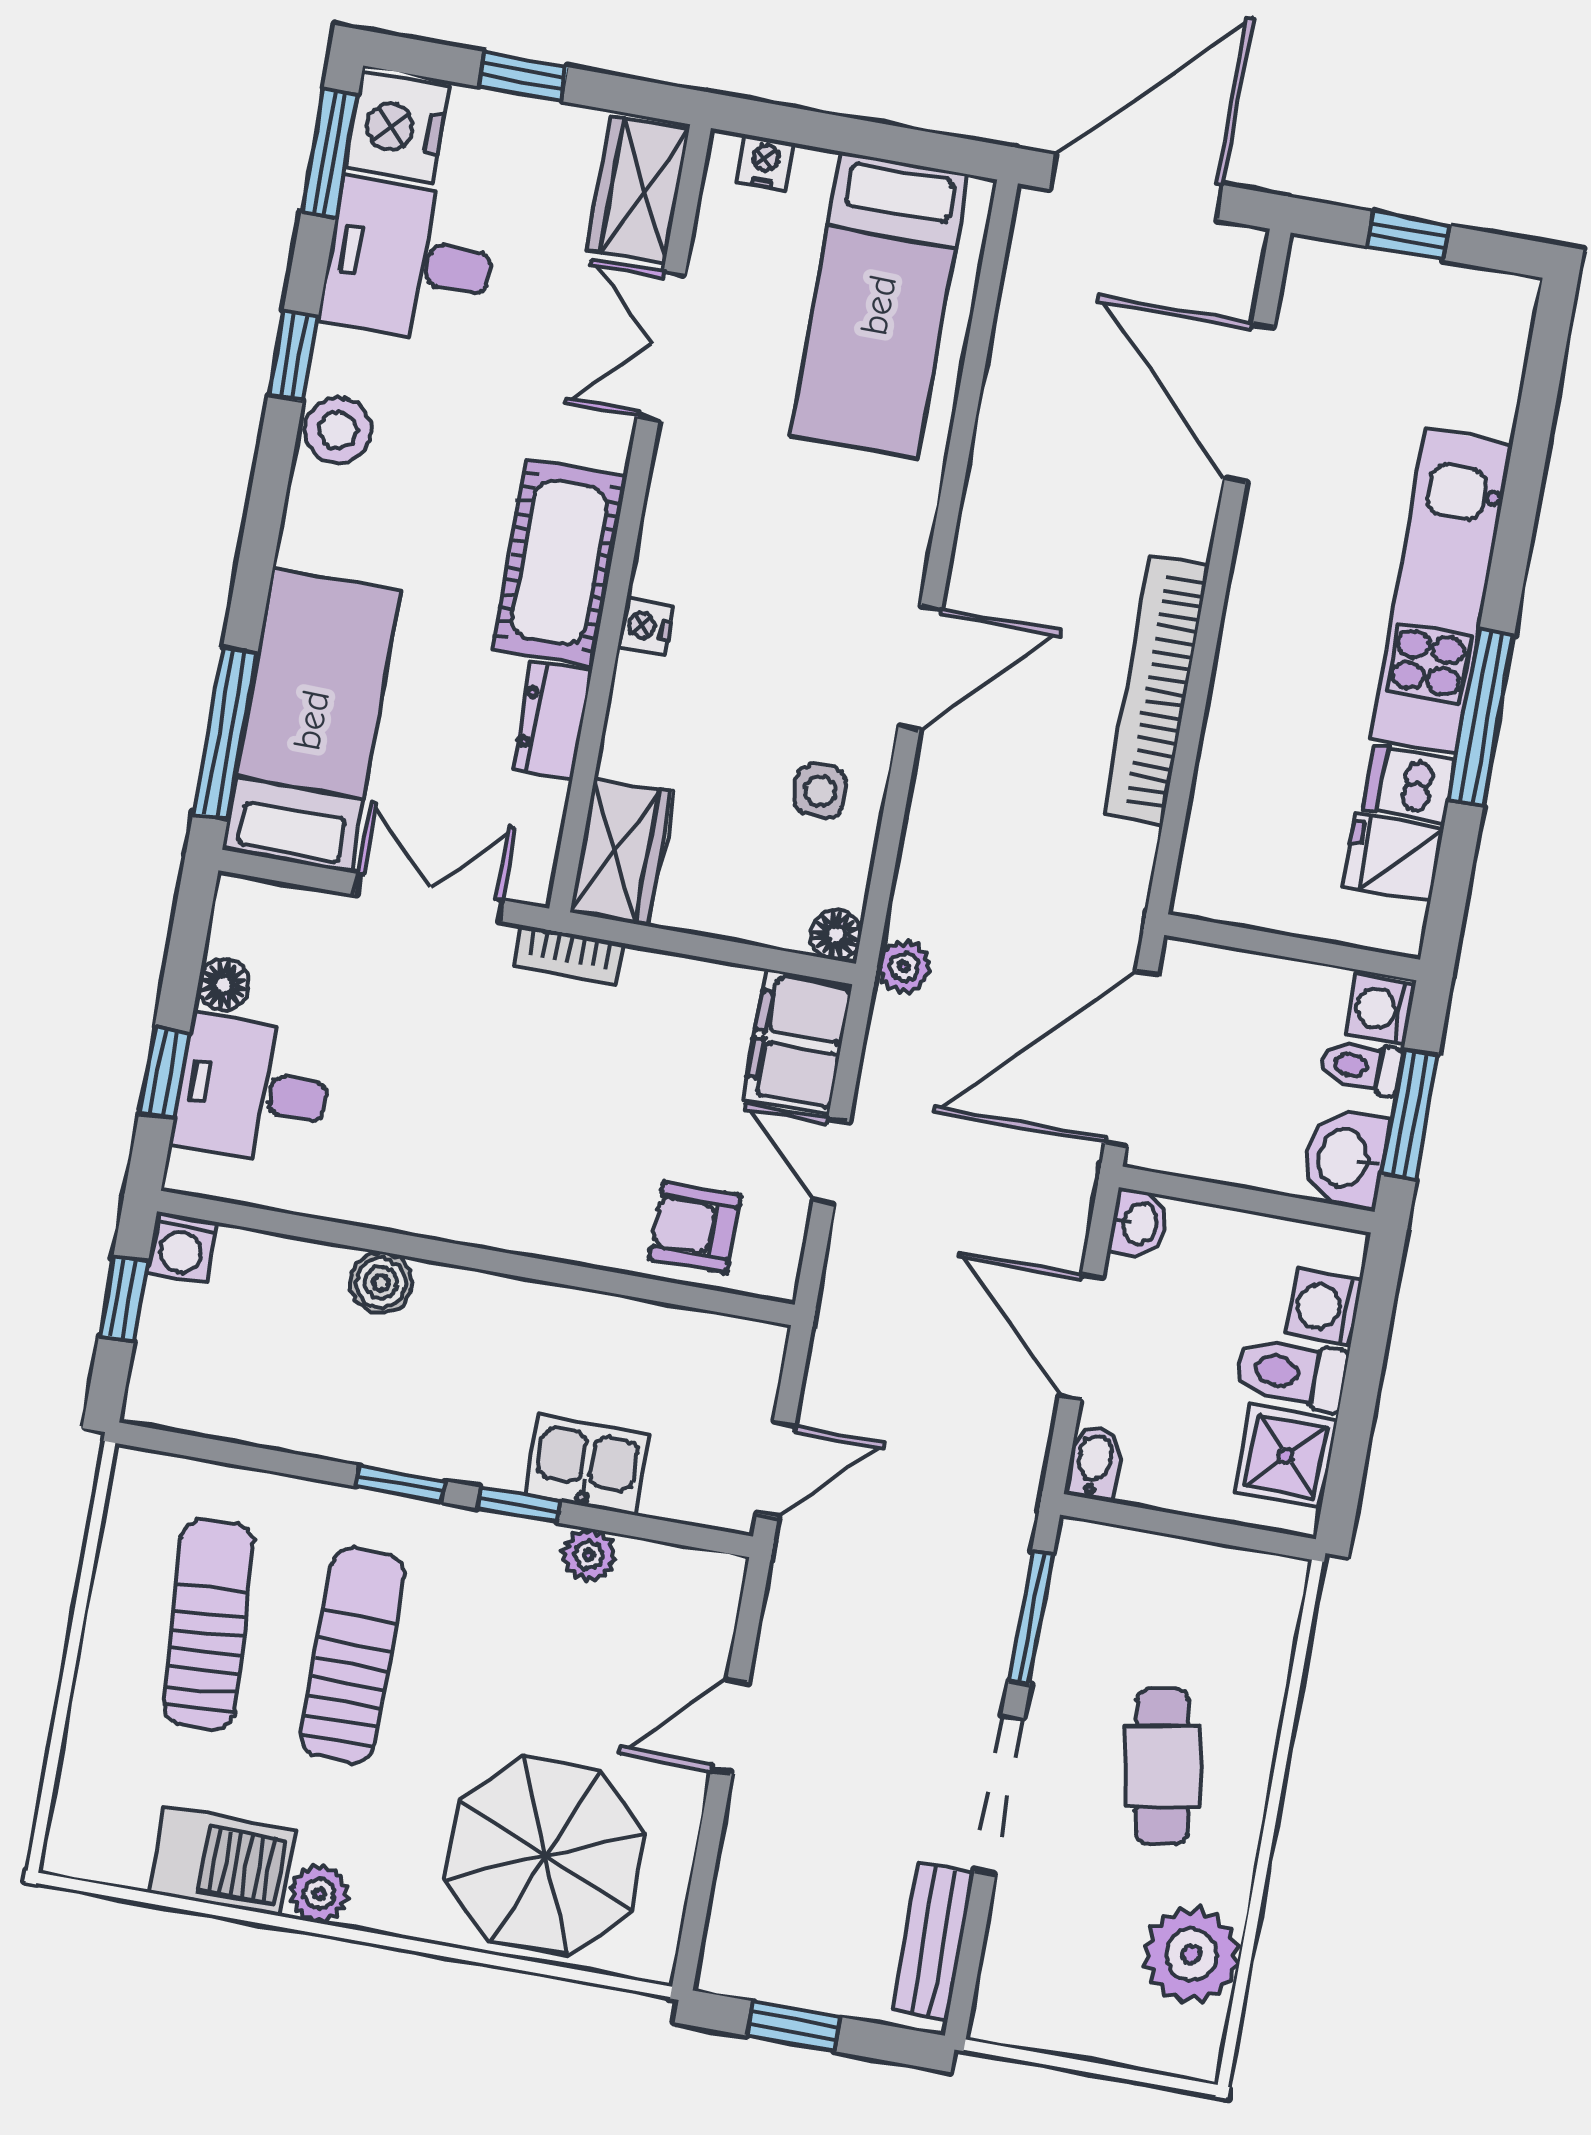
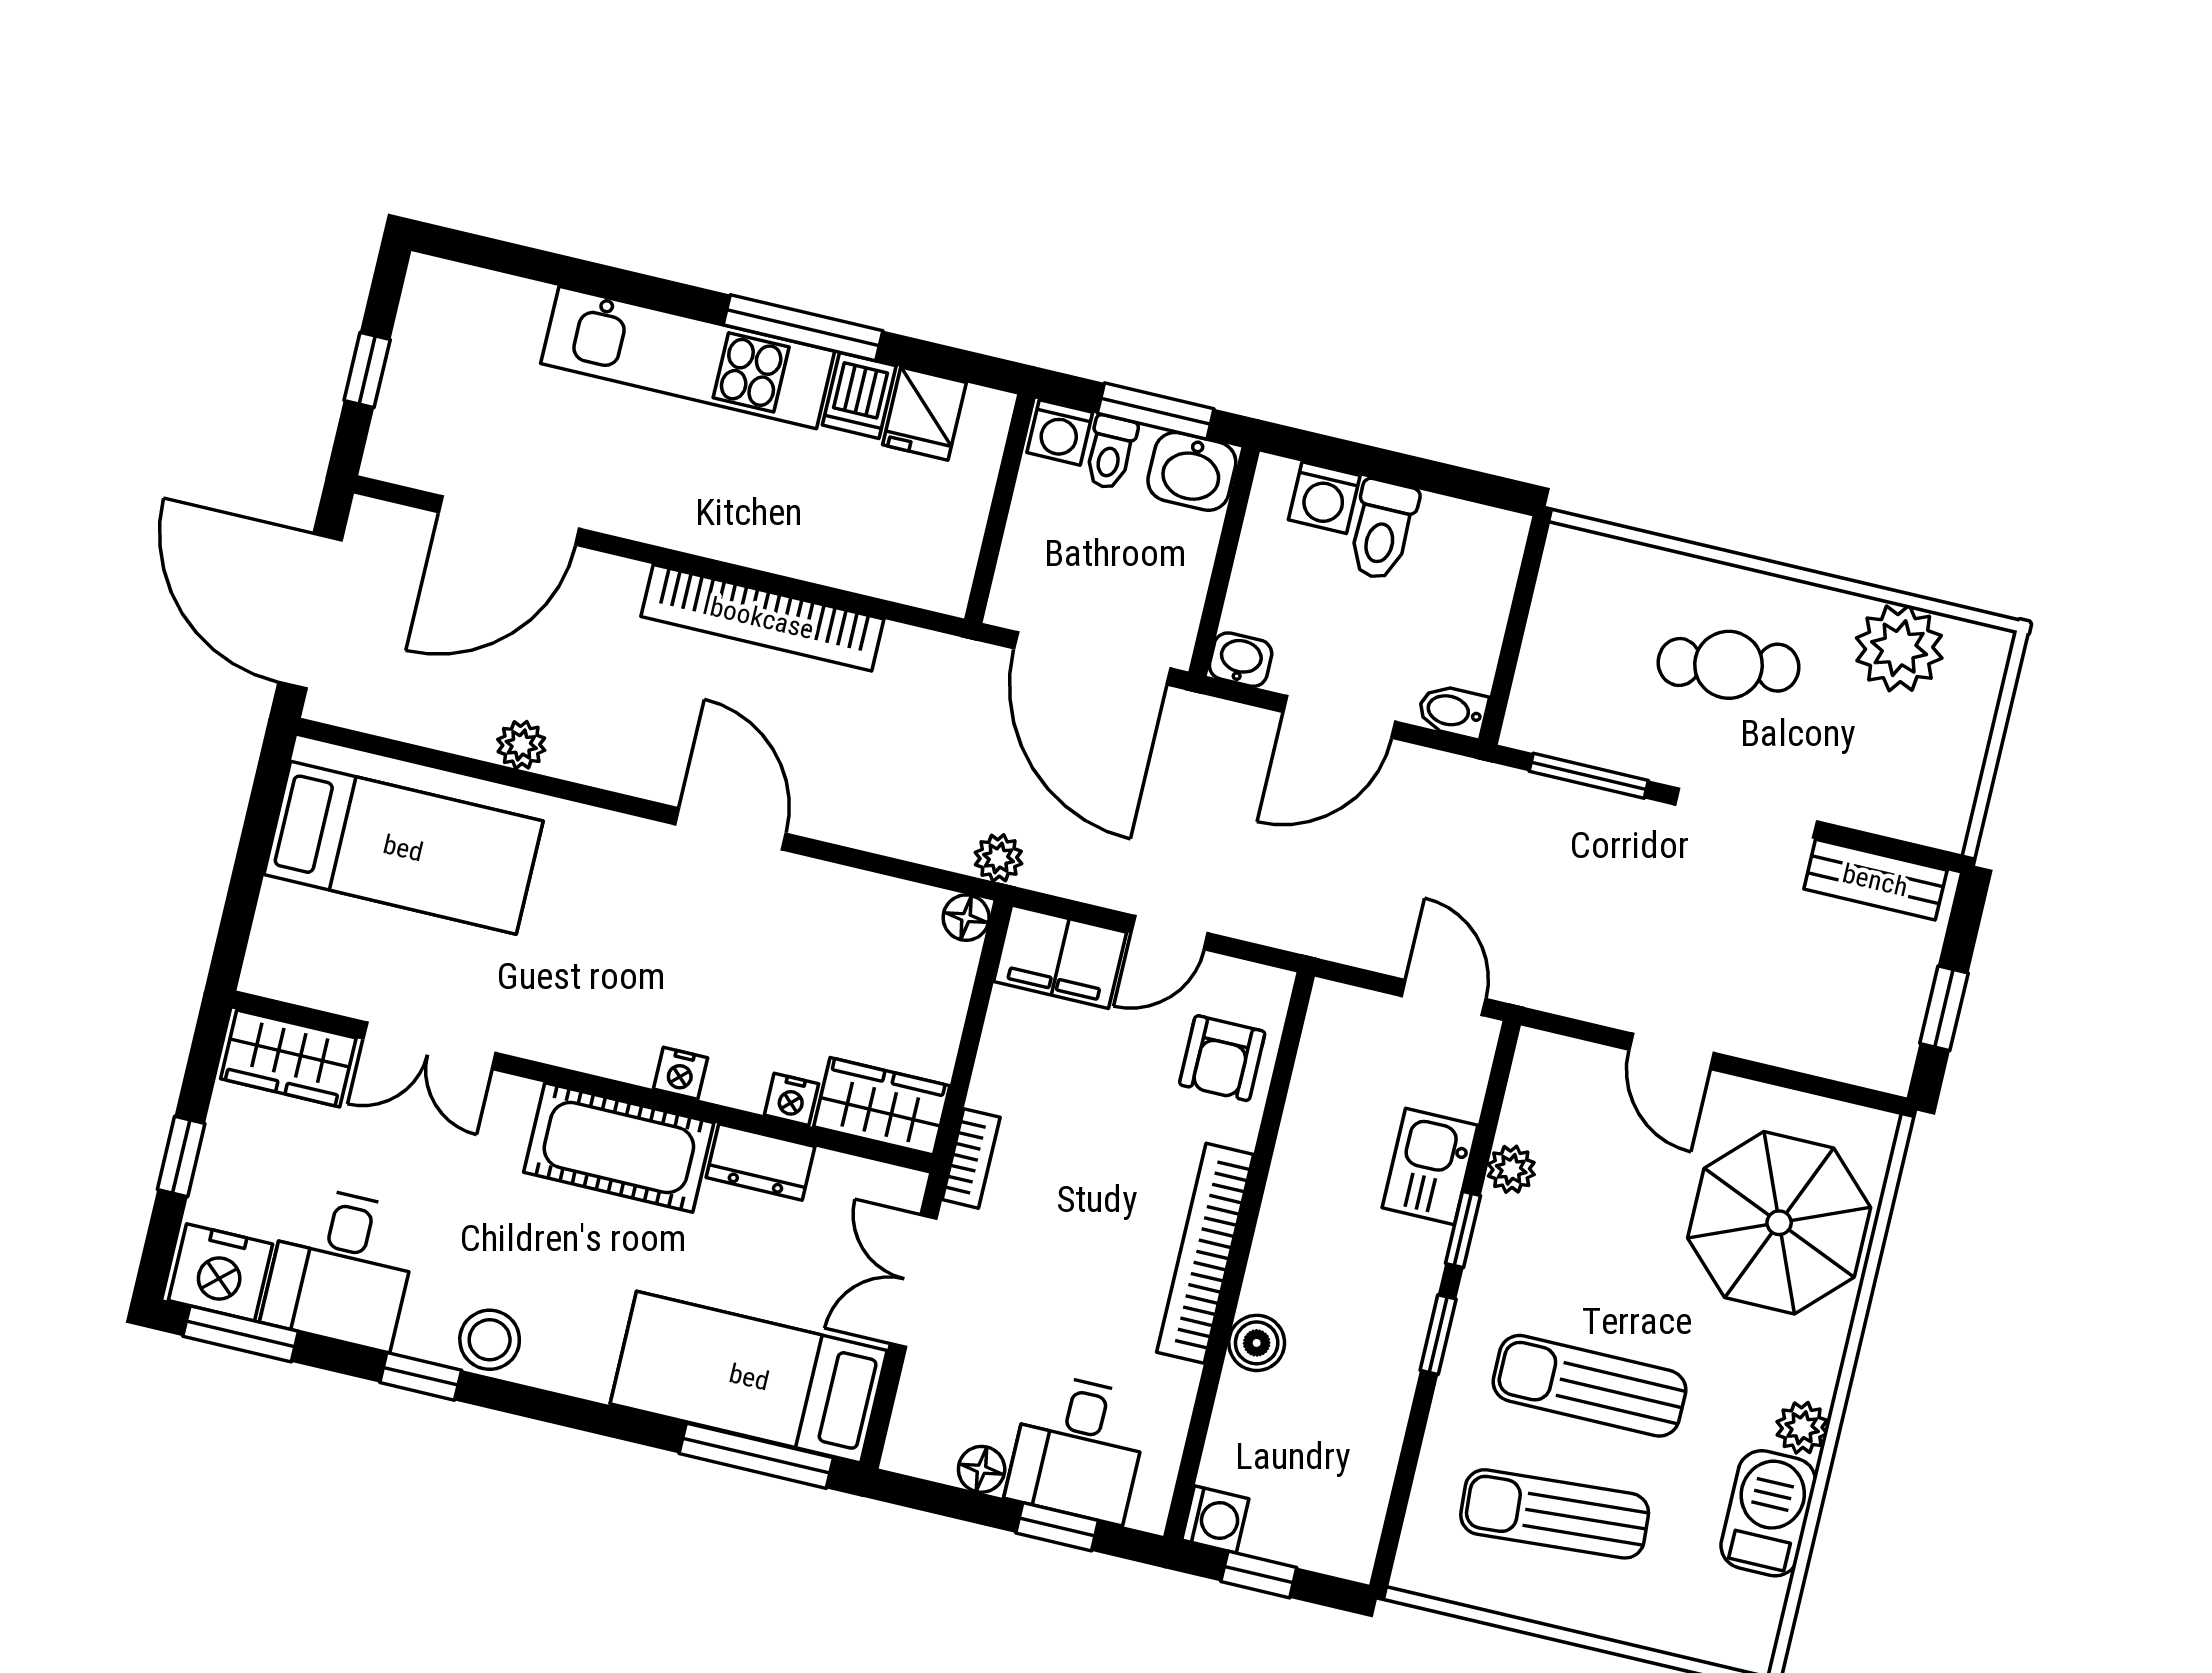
nightstand: (765, 162) -> (791, 1099), moved, turned -90
plant: (1001, 430) -> (521, 745), added
side table: (820, 791) -> (837, 925), removed
bookcase: (477, 1220) -> (1205, 1253), added
shower: (1286, 1456) -> (1456, 539), removed

